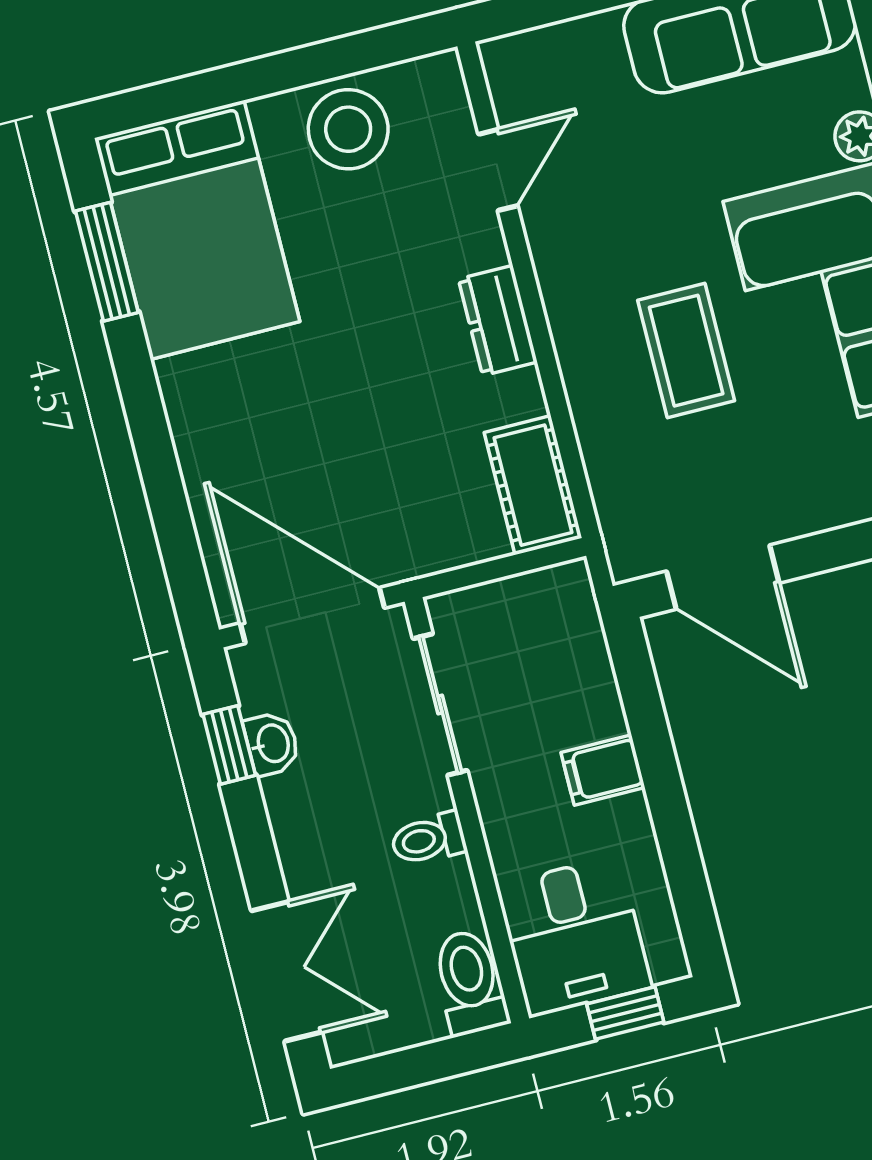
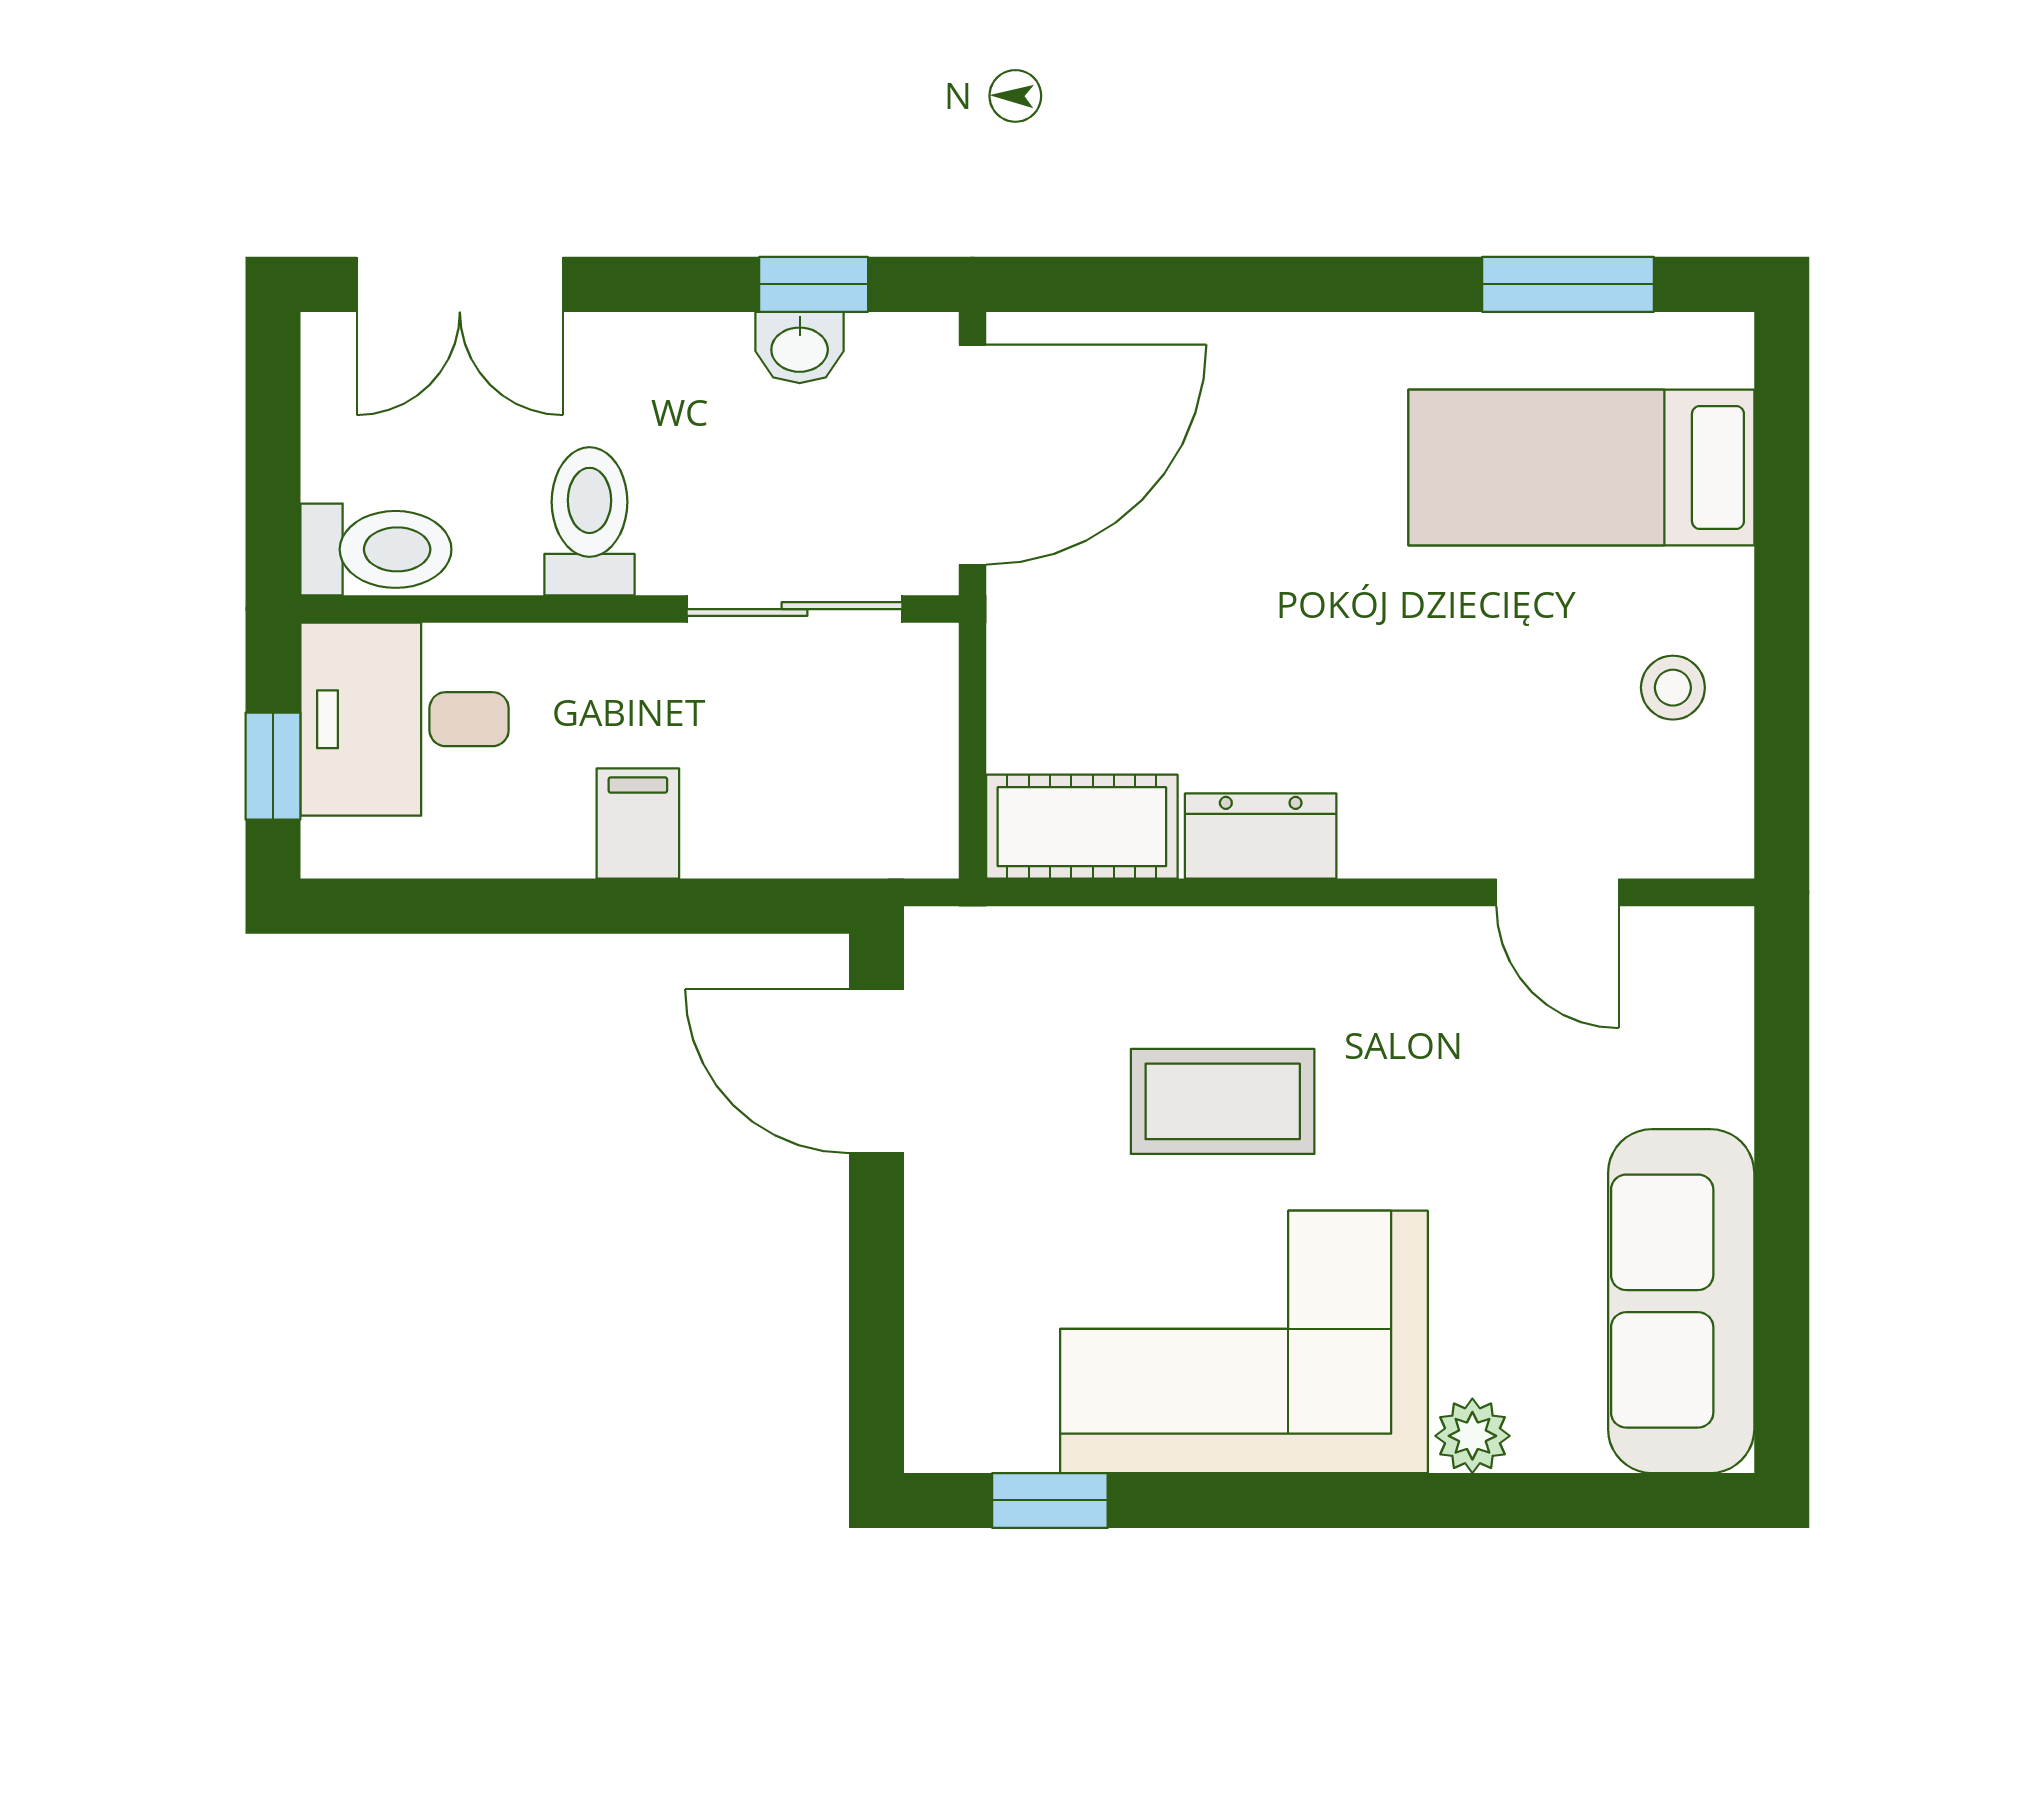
stool: (348, 129) -> (1673, 688), width x0.53, depth x0.53
bed: (197, 230) -> (1581, 467), width x0.67
dresser: (498, 321) -> (1261, 836), moved
door: (723, 577) -> (876, 1071), hinge flipped
toilet: (428, 839) -> (589, 521), width x1.37, depth x1.39

